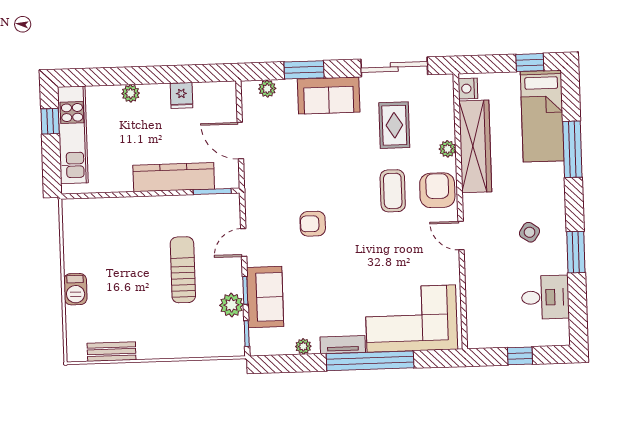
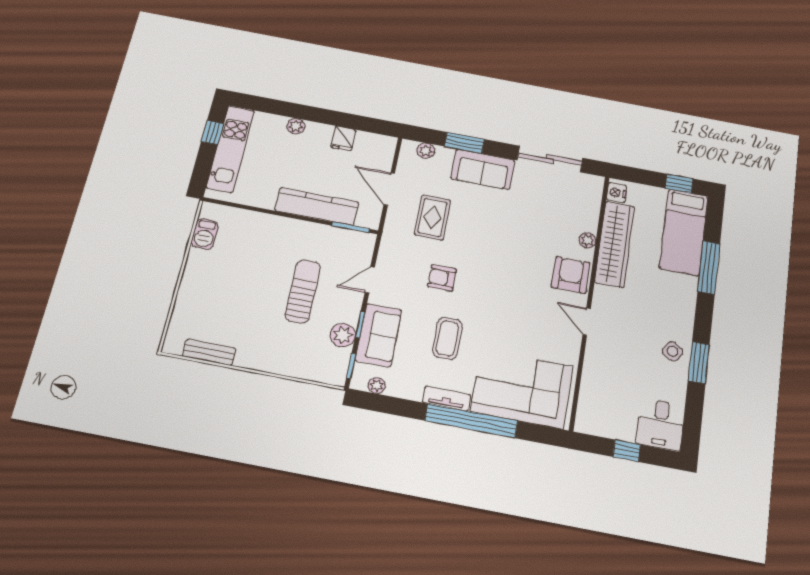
rug: (394, 125) -> (433, 217), moved
coffee table: (393, 191) -> (447, 338), moved
side table: (530, 232) -> (673, 351), moved
barbecue: (75, 289) -> (205, 234), moved
desk: (545, 297) -> (660, 424), moved, turned 90
plant: (303, 346) -> (377, 386), moved

